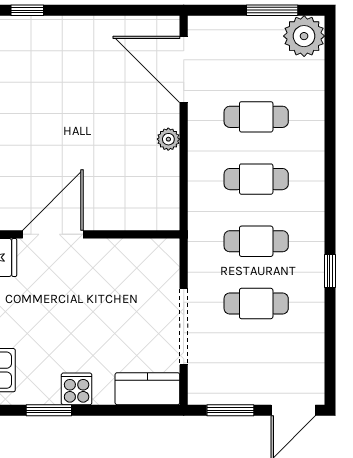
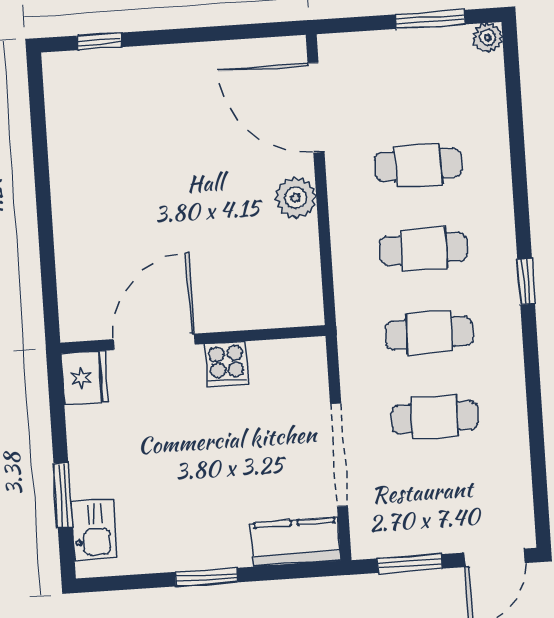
plant: (304, 36) -> (488, 38), width x0.53, depth x0.53
plant: (168, 139) -> (296, 198), width x1.38, depth x1.38
window: (330, 271) -> (526, 282), moved
cooker: (77, 389) -> (226, 364), moved, turned 180
window: (49, 410) -> (206, 577), moved

